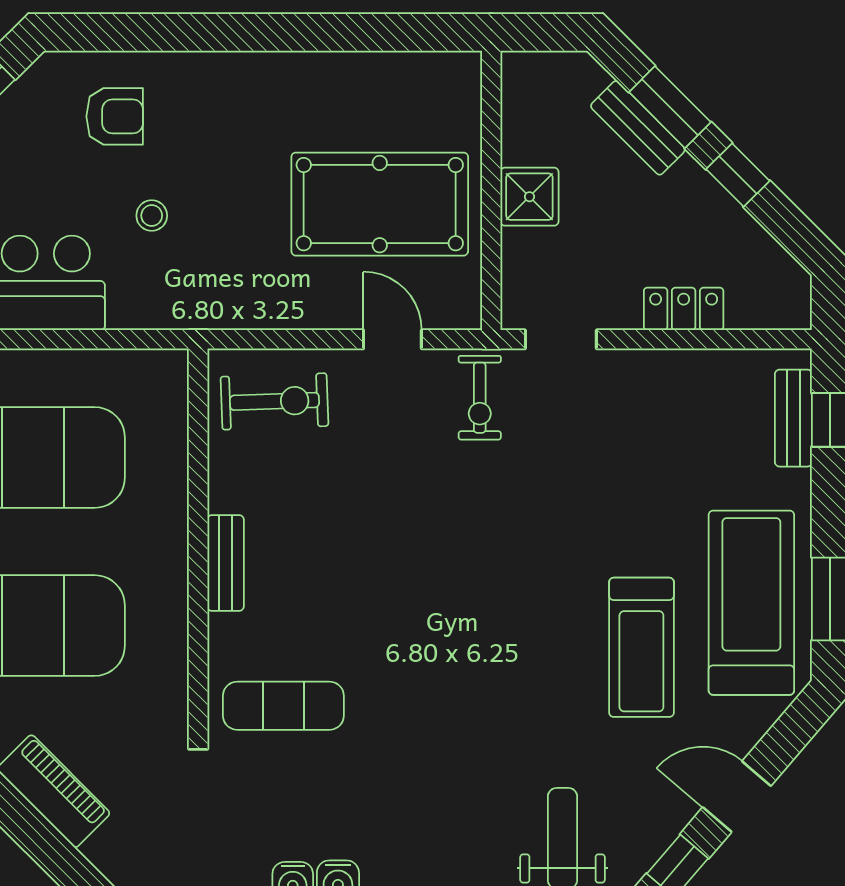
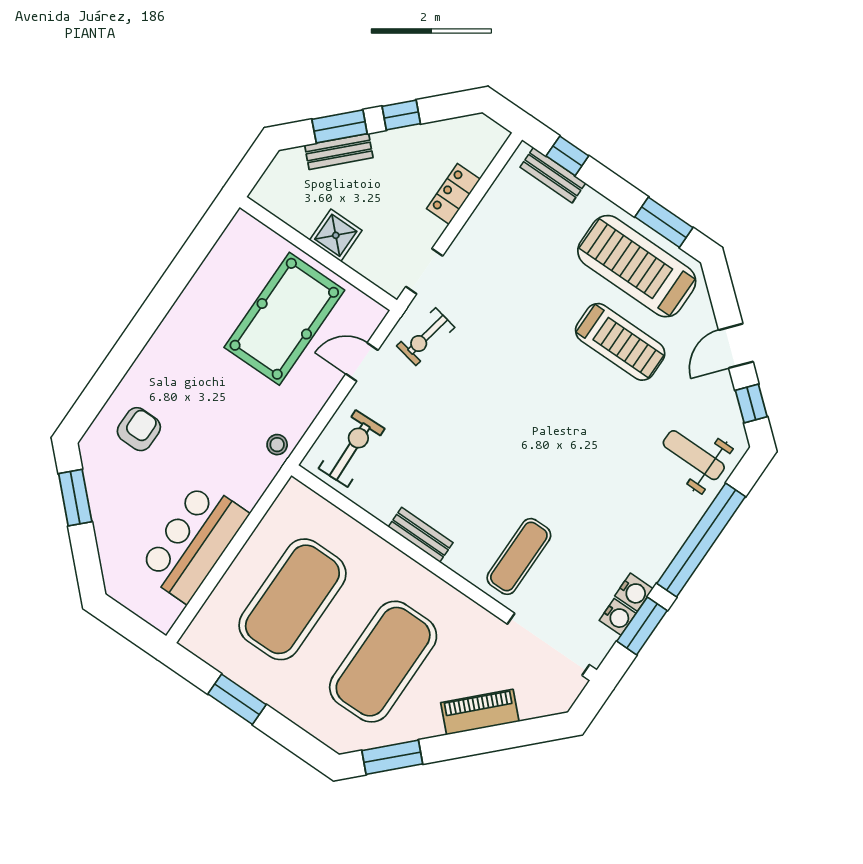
stool: (152, 216) -> (277, 445), moved
exercise bike: (480, 398) -> (426, 337), turned 101

